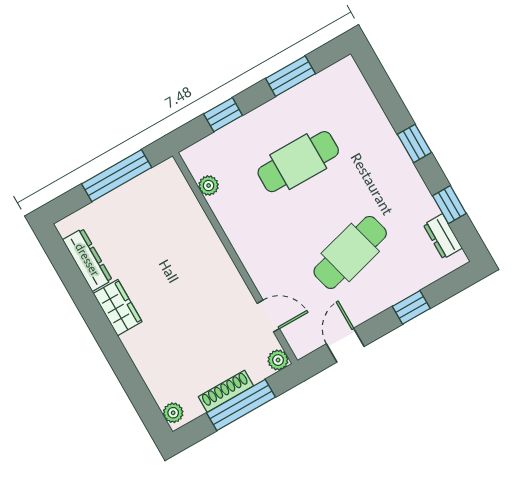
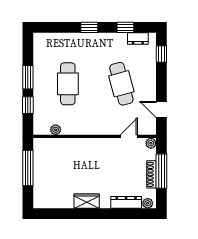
window: (290, 76) -> (28, 77), moved
dresser: (87, 260) -> (126, 202), moved
window: (411, 307) -> (161, 54), moved

